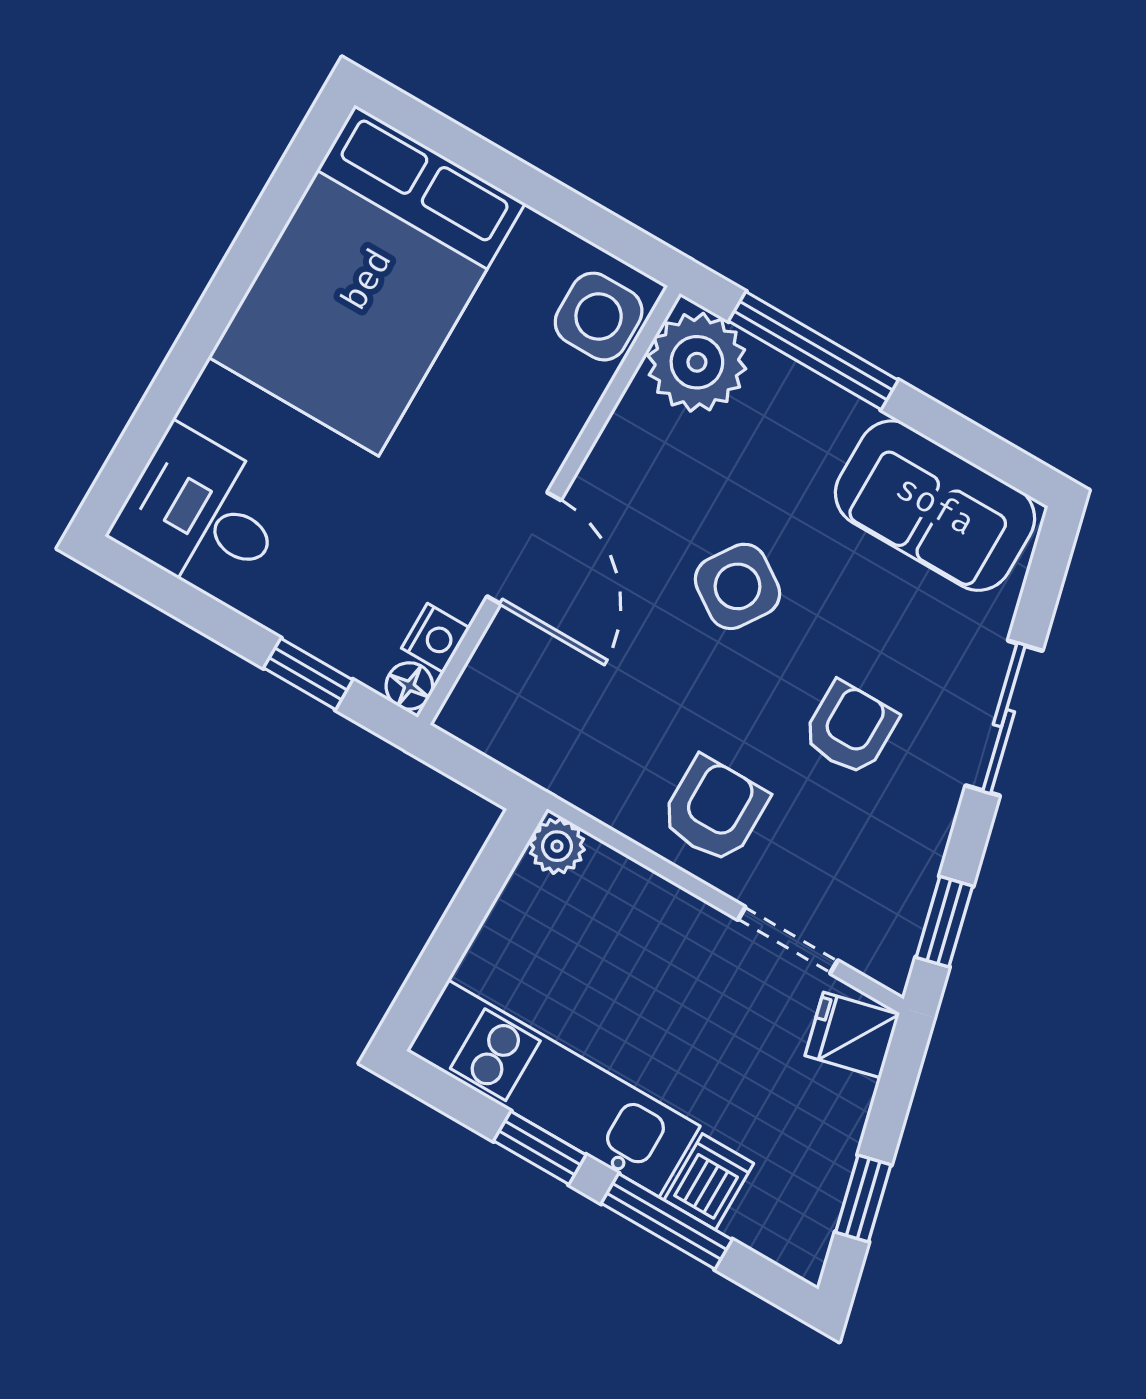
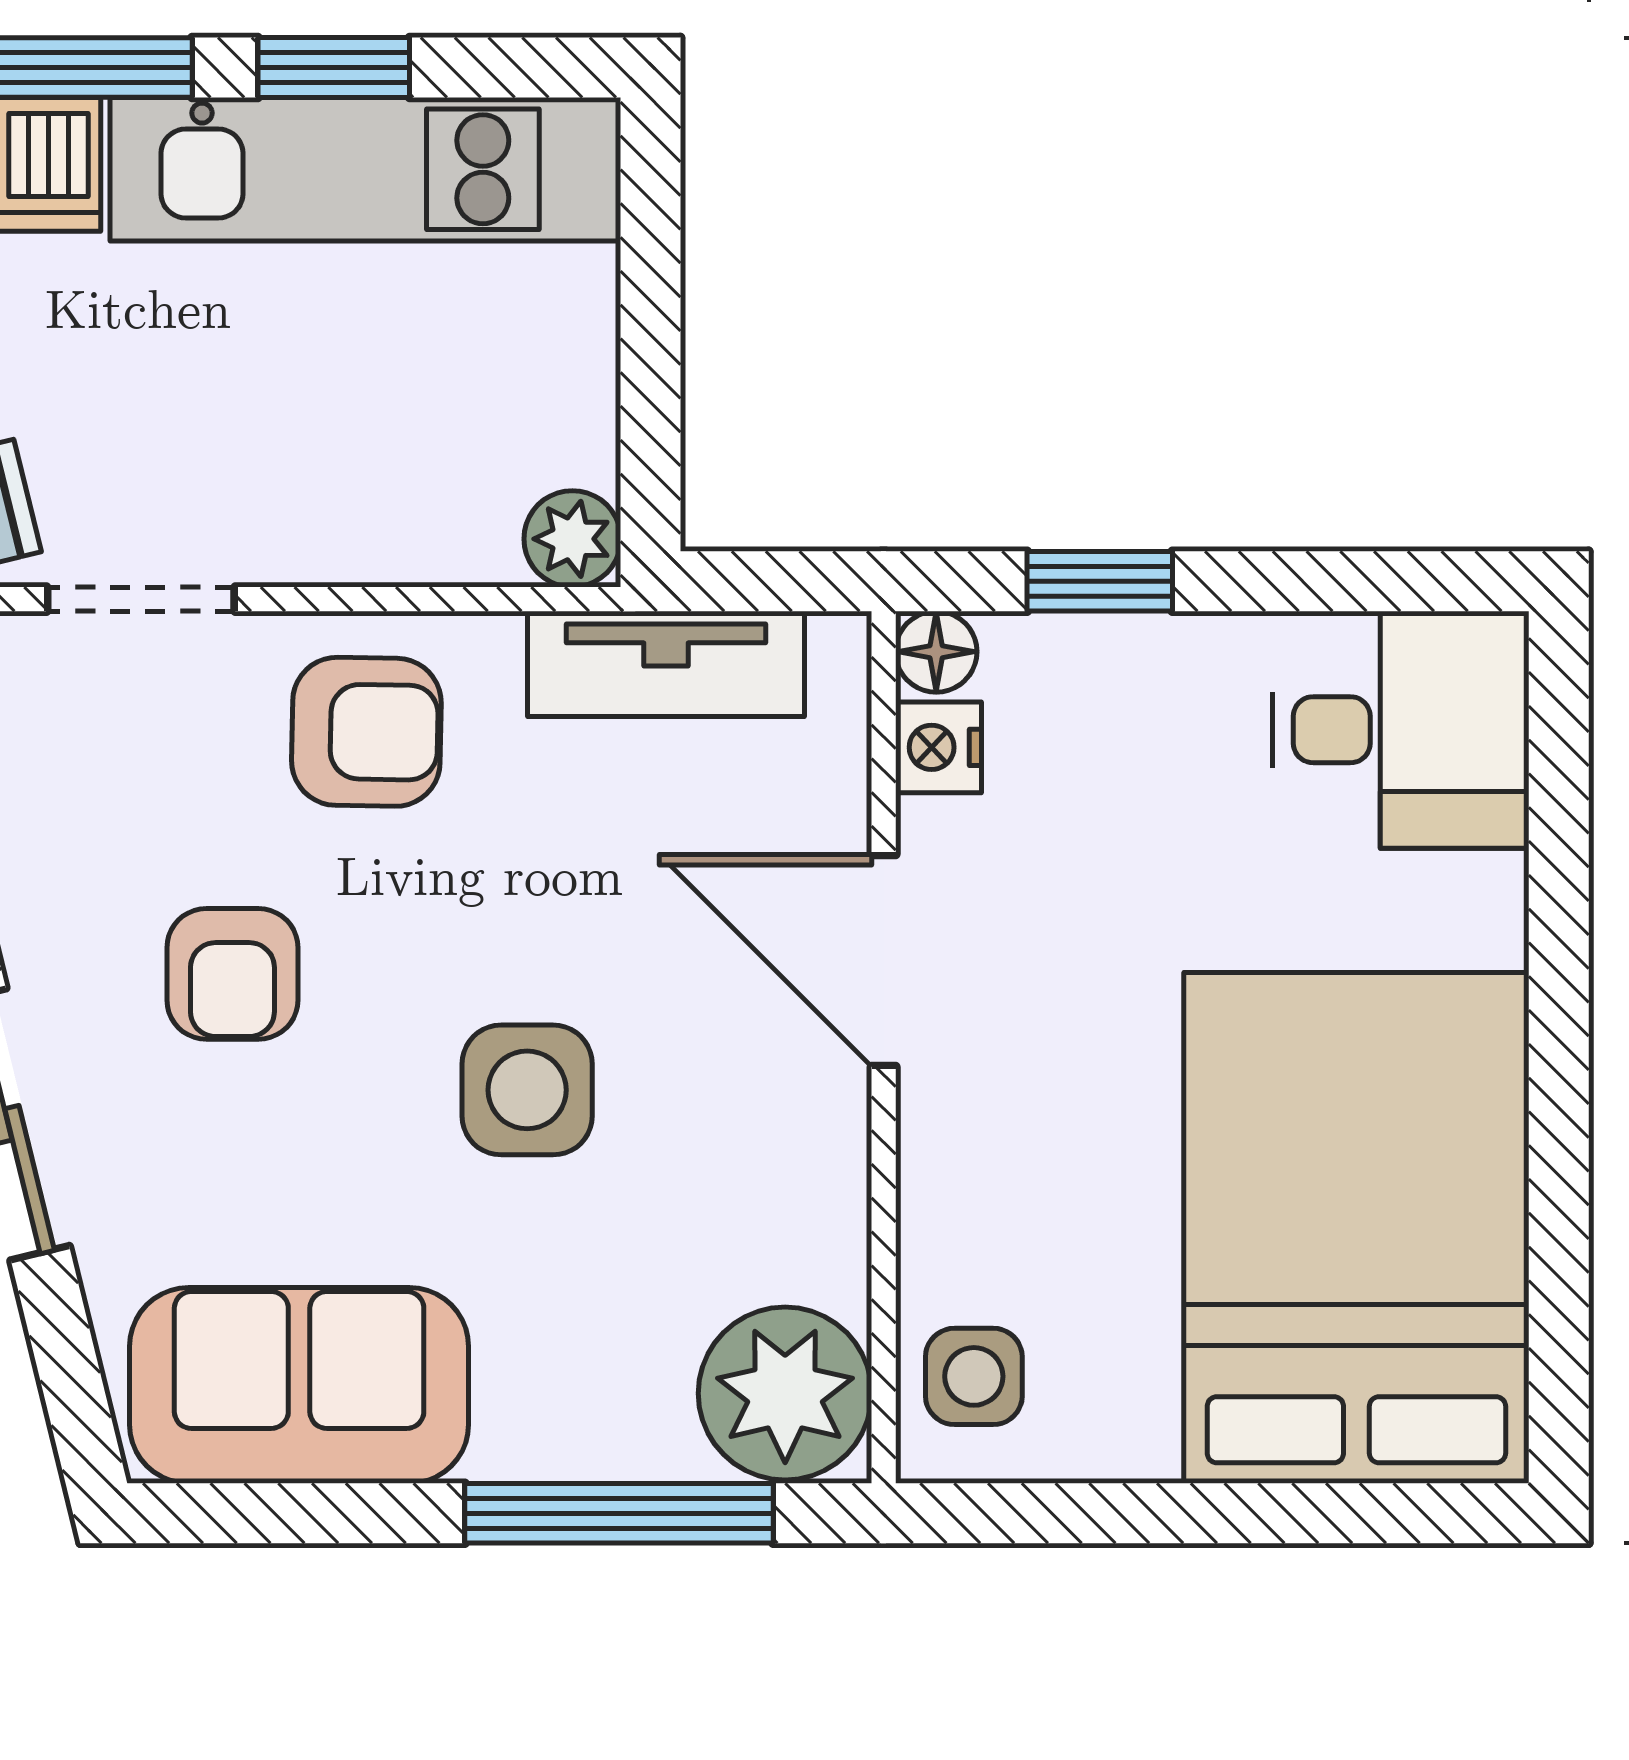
side table: (599, 317) -> (974, 1376), width x0.73, depth x0.73
side table: (737, 586) -> (527, 1090), turned -34
tv unit: (547, 757) -> (666, 664), added
armchair: (714, 810) -> (366, 732), turned -89

